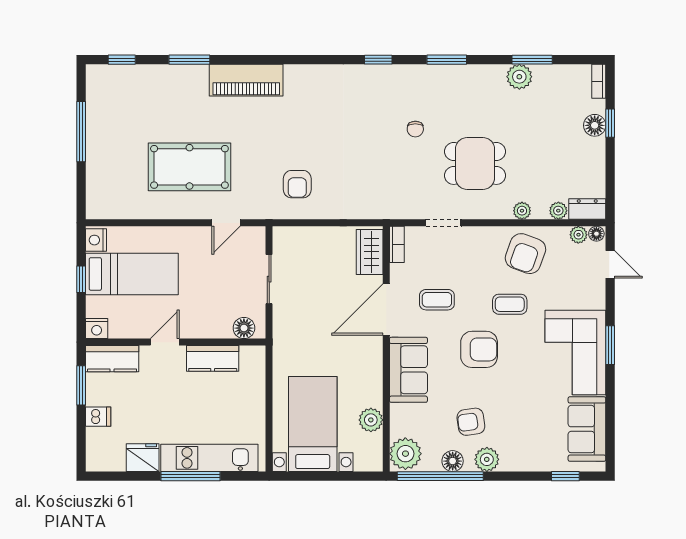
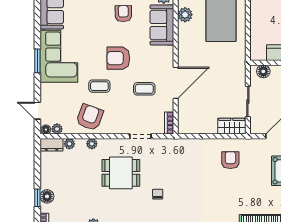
wardrobe: (370, 252) -> (232, 126), moved, turned -90
sofa: (408, 370) -> (162, 25), moved
armchair: (471, 422) -> (123, 14), turned -83

